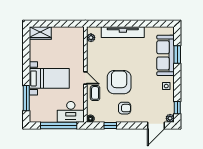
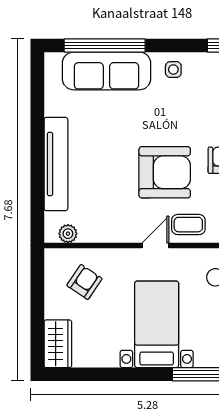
armchair: (69, 45) -> (84, 282), added
window: (177, 55) -> (105, 45), width x2.11
armchair: (119, 82) -> (165, 172), turned 180

